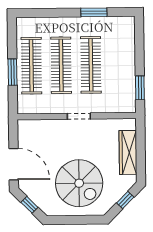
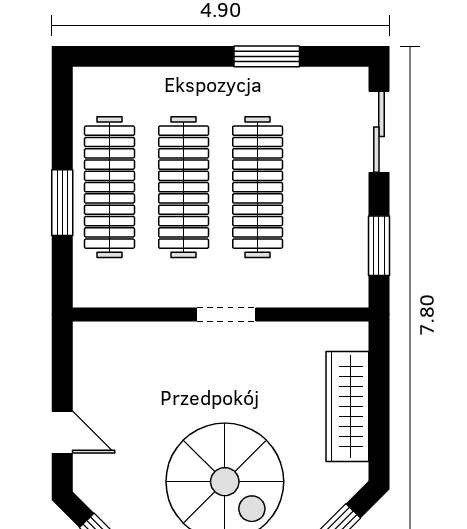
sliding door: (139, 42) -> (379, 132), added
door: (14, 164) -> (62, 432), width x0.53

